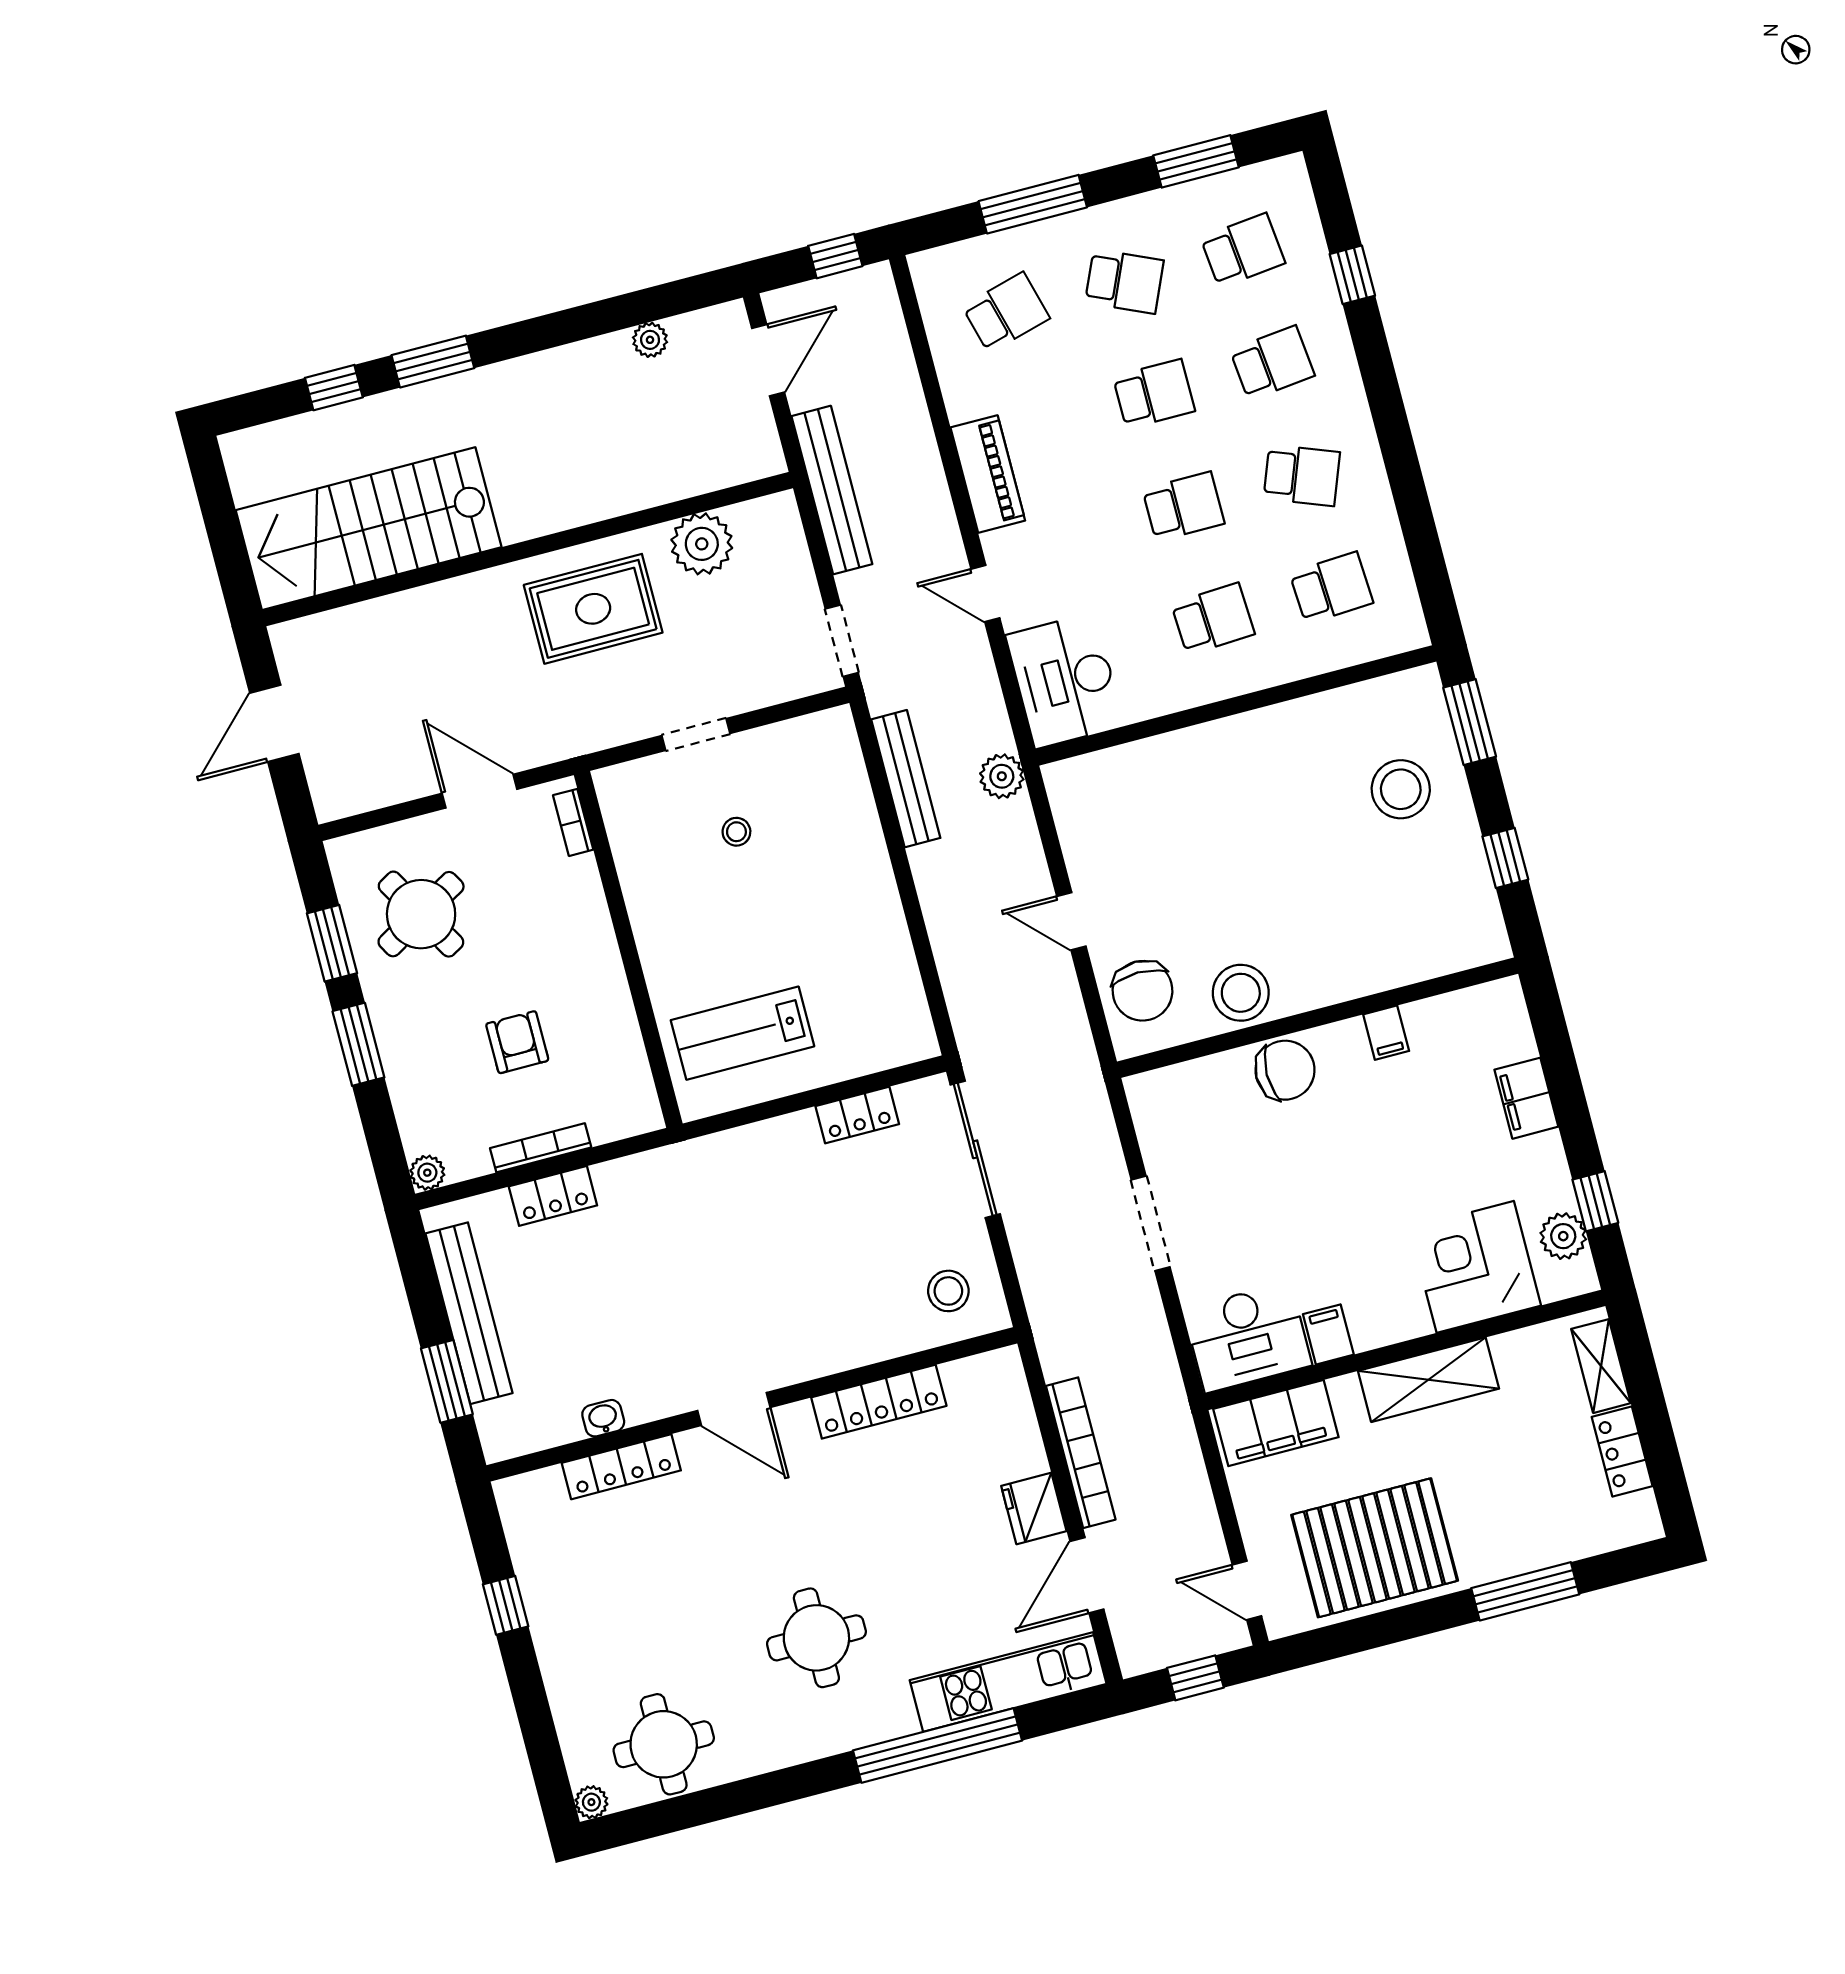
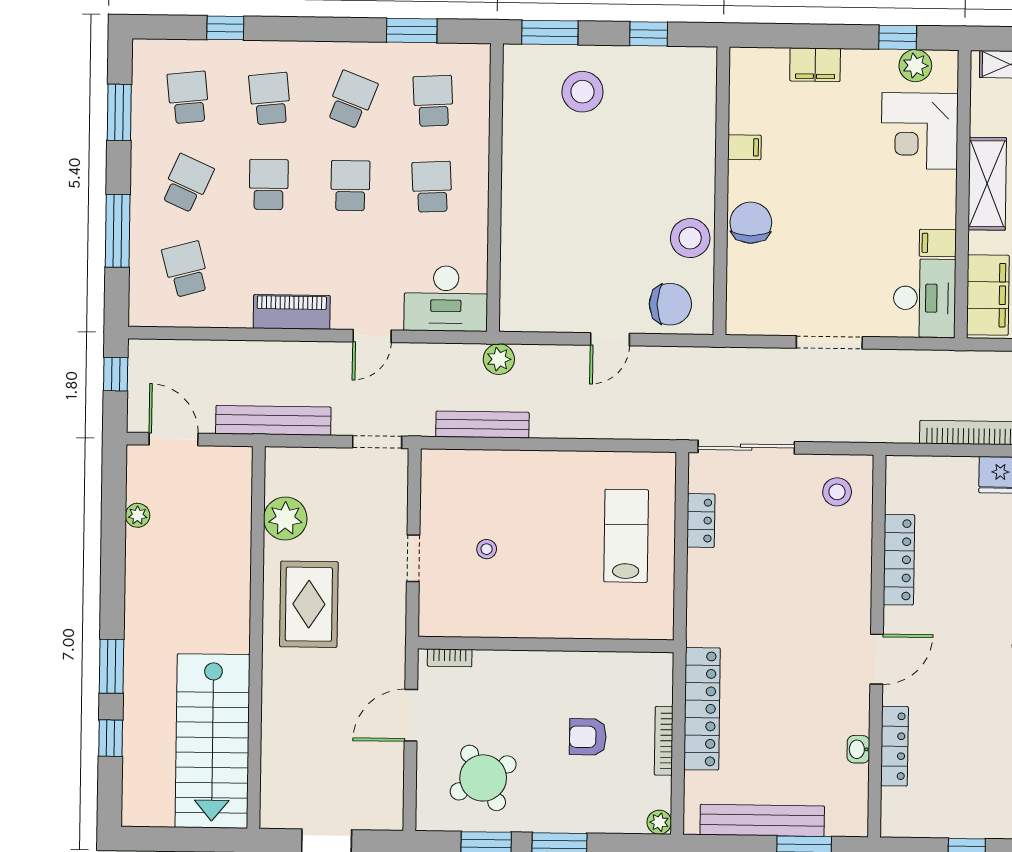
window: (1420, 532) -> (412, 31), added
lab bench: (742, 1033) -> (626, 536), moved, turned 180
locker: (553, 1196) -> (702, 709), width x2.16, depth x1.21

